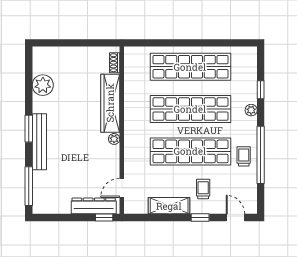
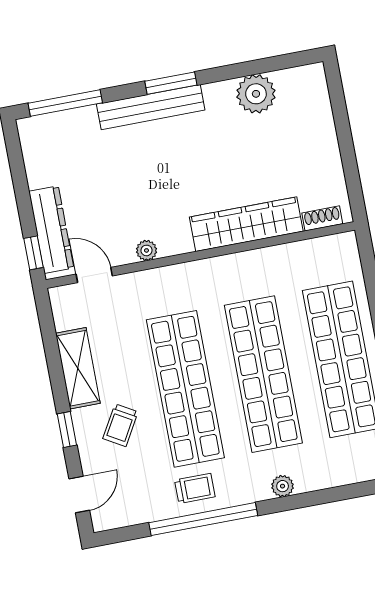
window: (261, 90) -> (323, 496), removed
plant: (114, 139) -> (147, 250), moved
trolley: (203, 189) -> (120, 425), turned 120

